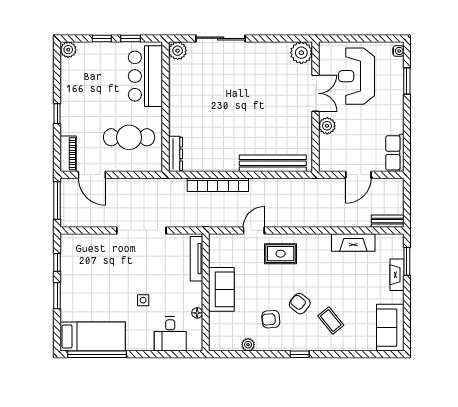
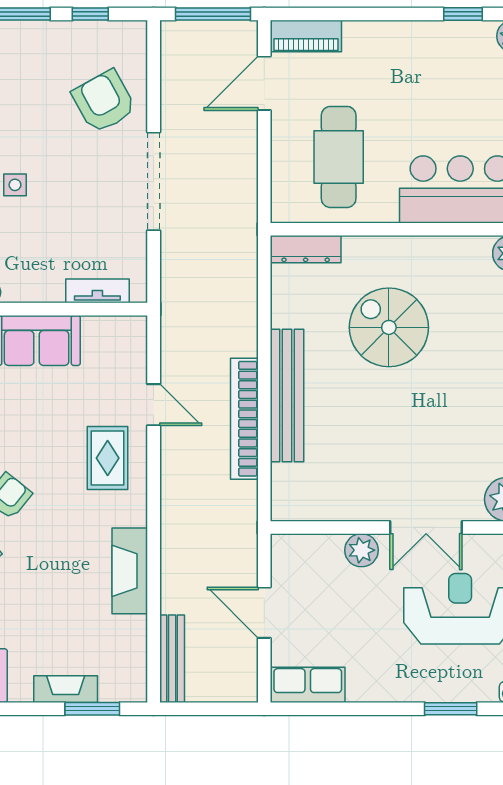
spiral stairs: (215, 112) -> (389, 327), added
window: (57, 114) -> (463, 14), moved
bench: (273, 163) -> (287, 395), moved
bookcase: (218, 185) -> (244, 419), moved
bench: (388, 221) -> (172, 659), width x1.36
fireplace: (353, 242) -> (130, 571), moved
armchair: (101, 255) -> (104, 101), added
tv unit: (196, 259) -> (97, 291), width x0.71

